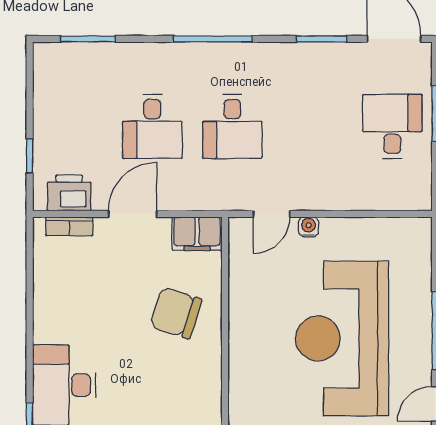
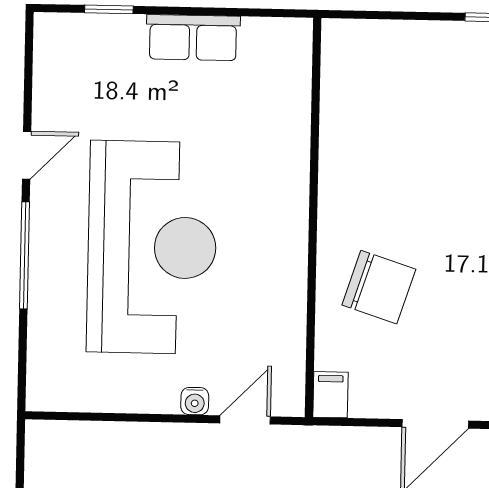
filing cabinet: (197, 234) -> (330, 395), width x0.50

